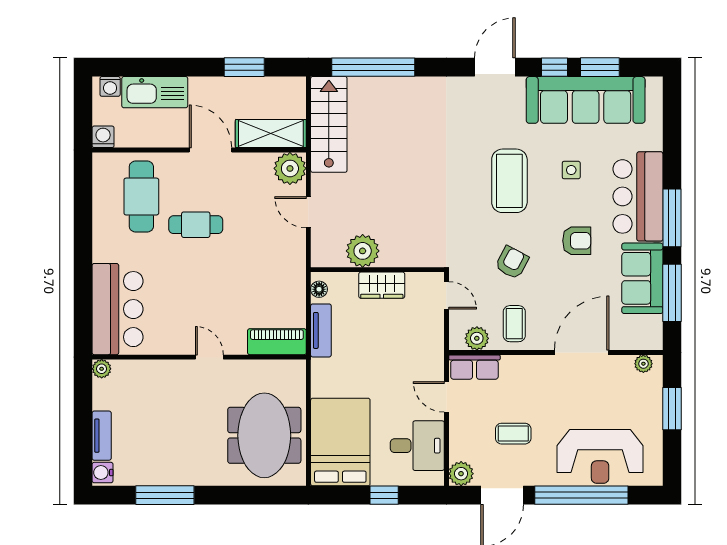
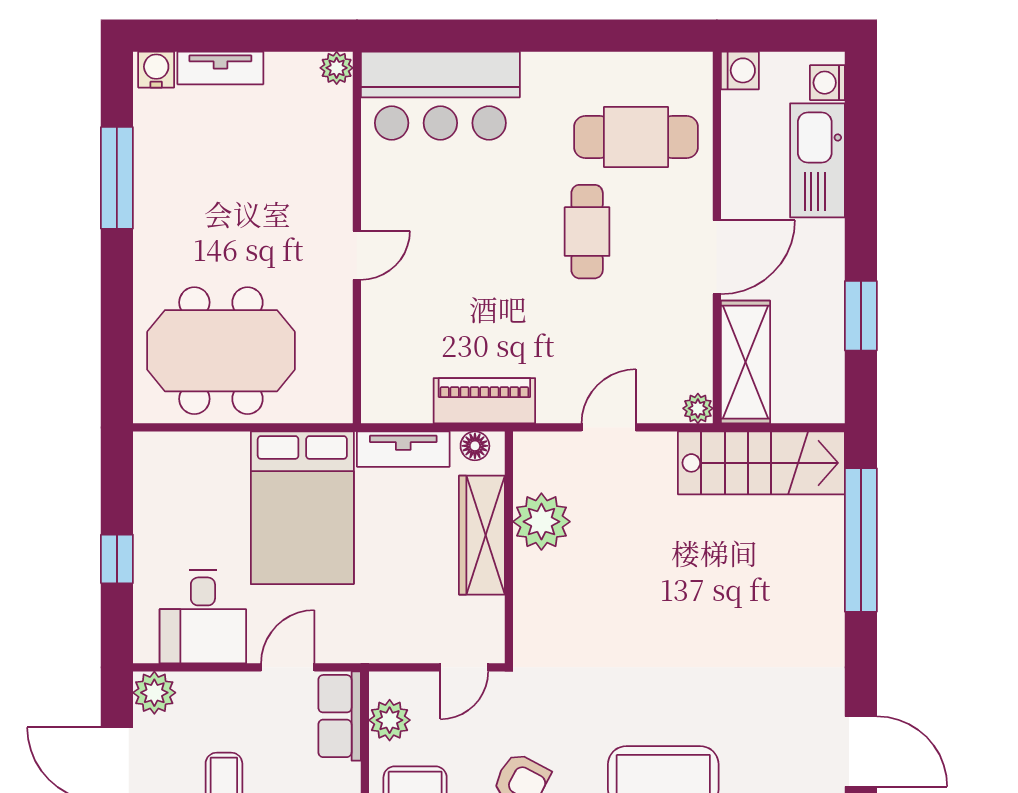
plant: (290, 168) -> (698, 408), width x0.53, depth x0.53
wardrobe: (382, 285) -> (482, 535), width x1.50
piano: (277, 342) -> (484, 401), moved, turned -90
bed: (340, 442) -> (302, 508), moved, turned 90

